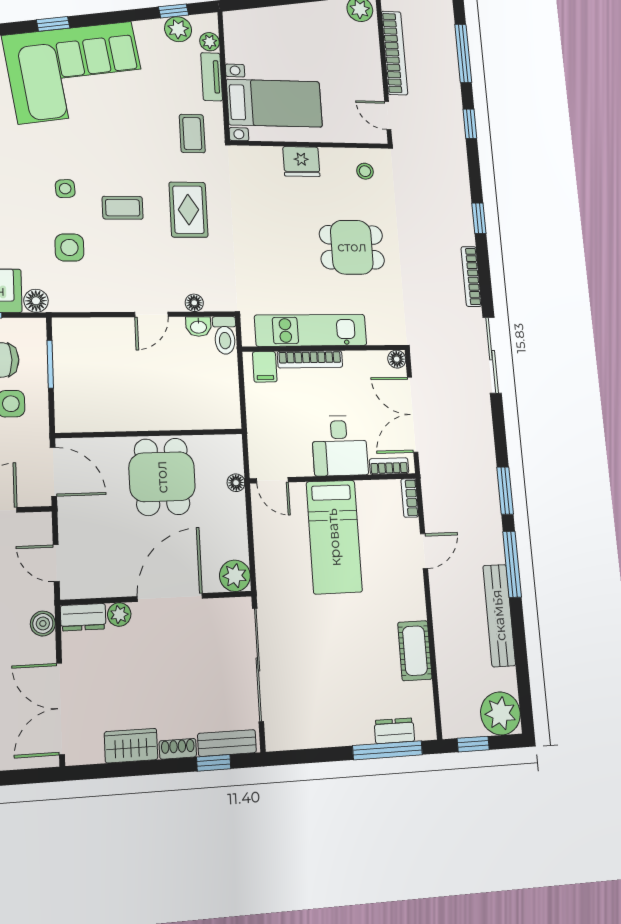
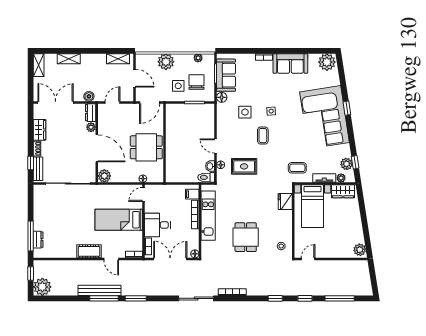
wardrobe: (238, 39) -> (343, 191), added
bookcase: (394, 53) -> (339, 265), removed
fridge: (301, 162) -> (285, 202), moved
rug: (188, 210) -> (244, 166), moved
window: (479, 218) -> (275, 298), moved
bench: (499, 615) -> (100, 290), moved
cot: (415, 651) -> (89, 251), moved

